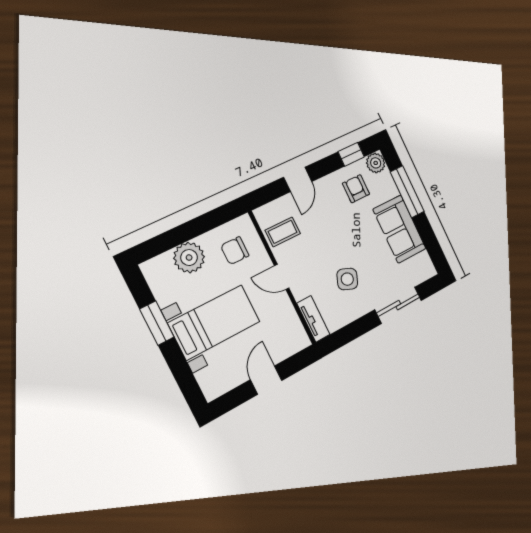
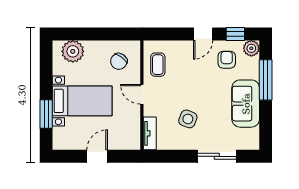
door: (298, 179) -> (203, 34), moved
coffee table: (283, 232) -> (158, 65), turned 90
chair: (235, 251) -> (119, 61), turned -53
plant: (189, 258) -> (73, 51), moved
window: (157, 323) -> (46, 114), moved

